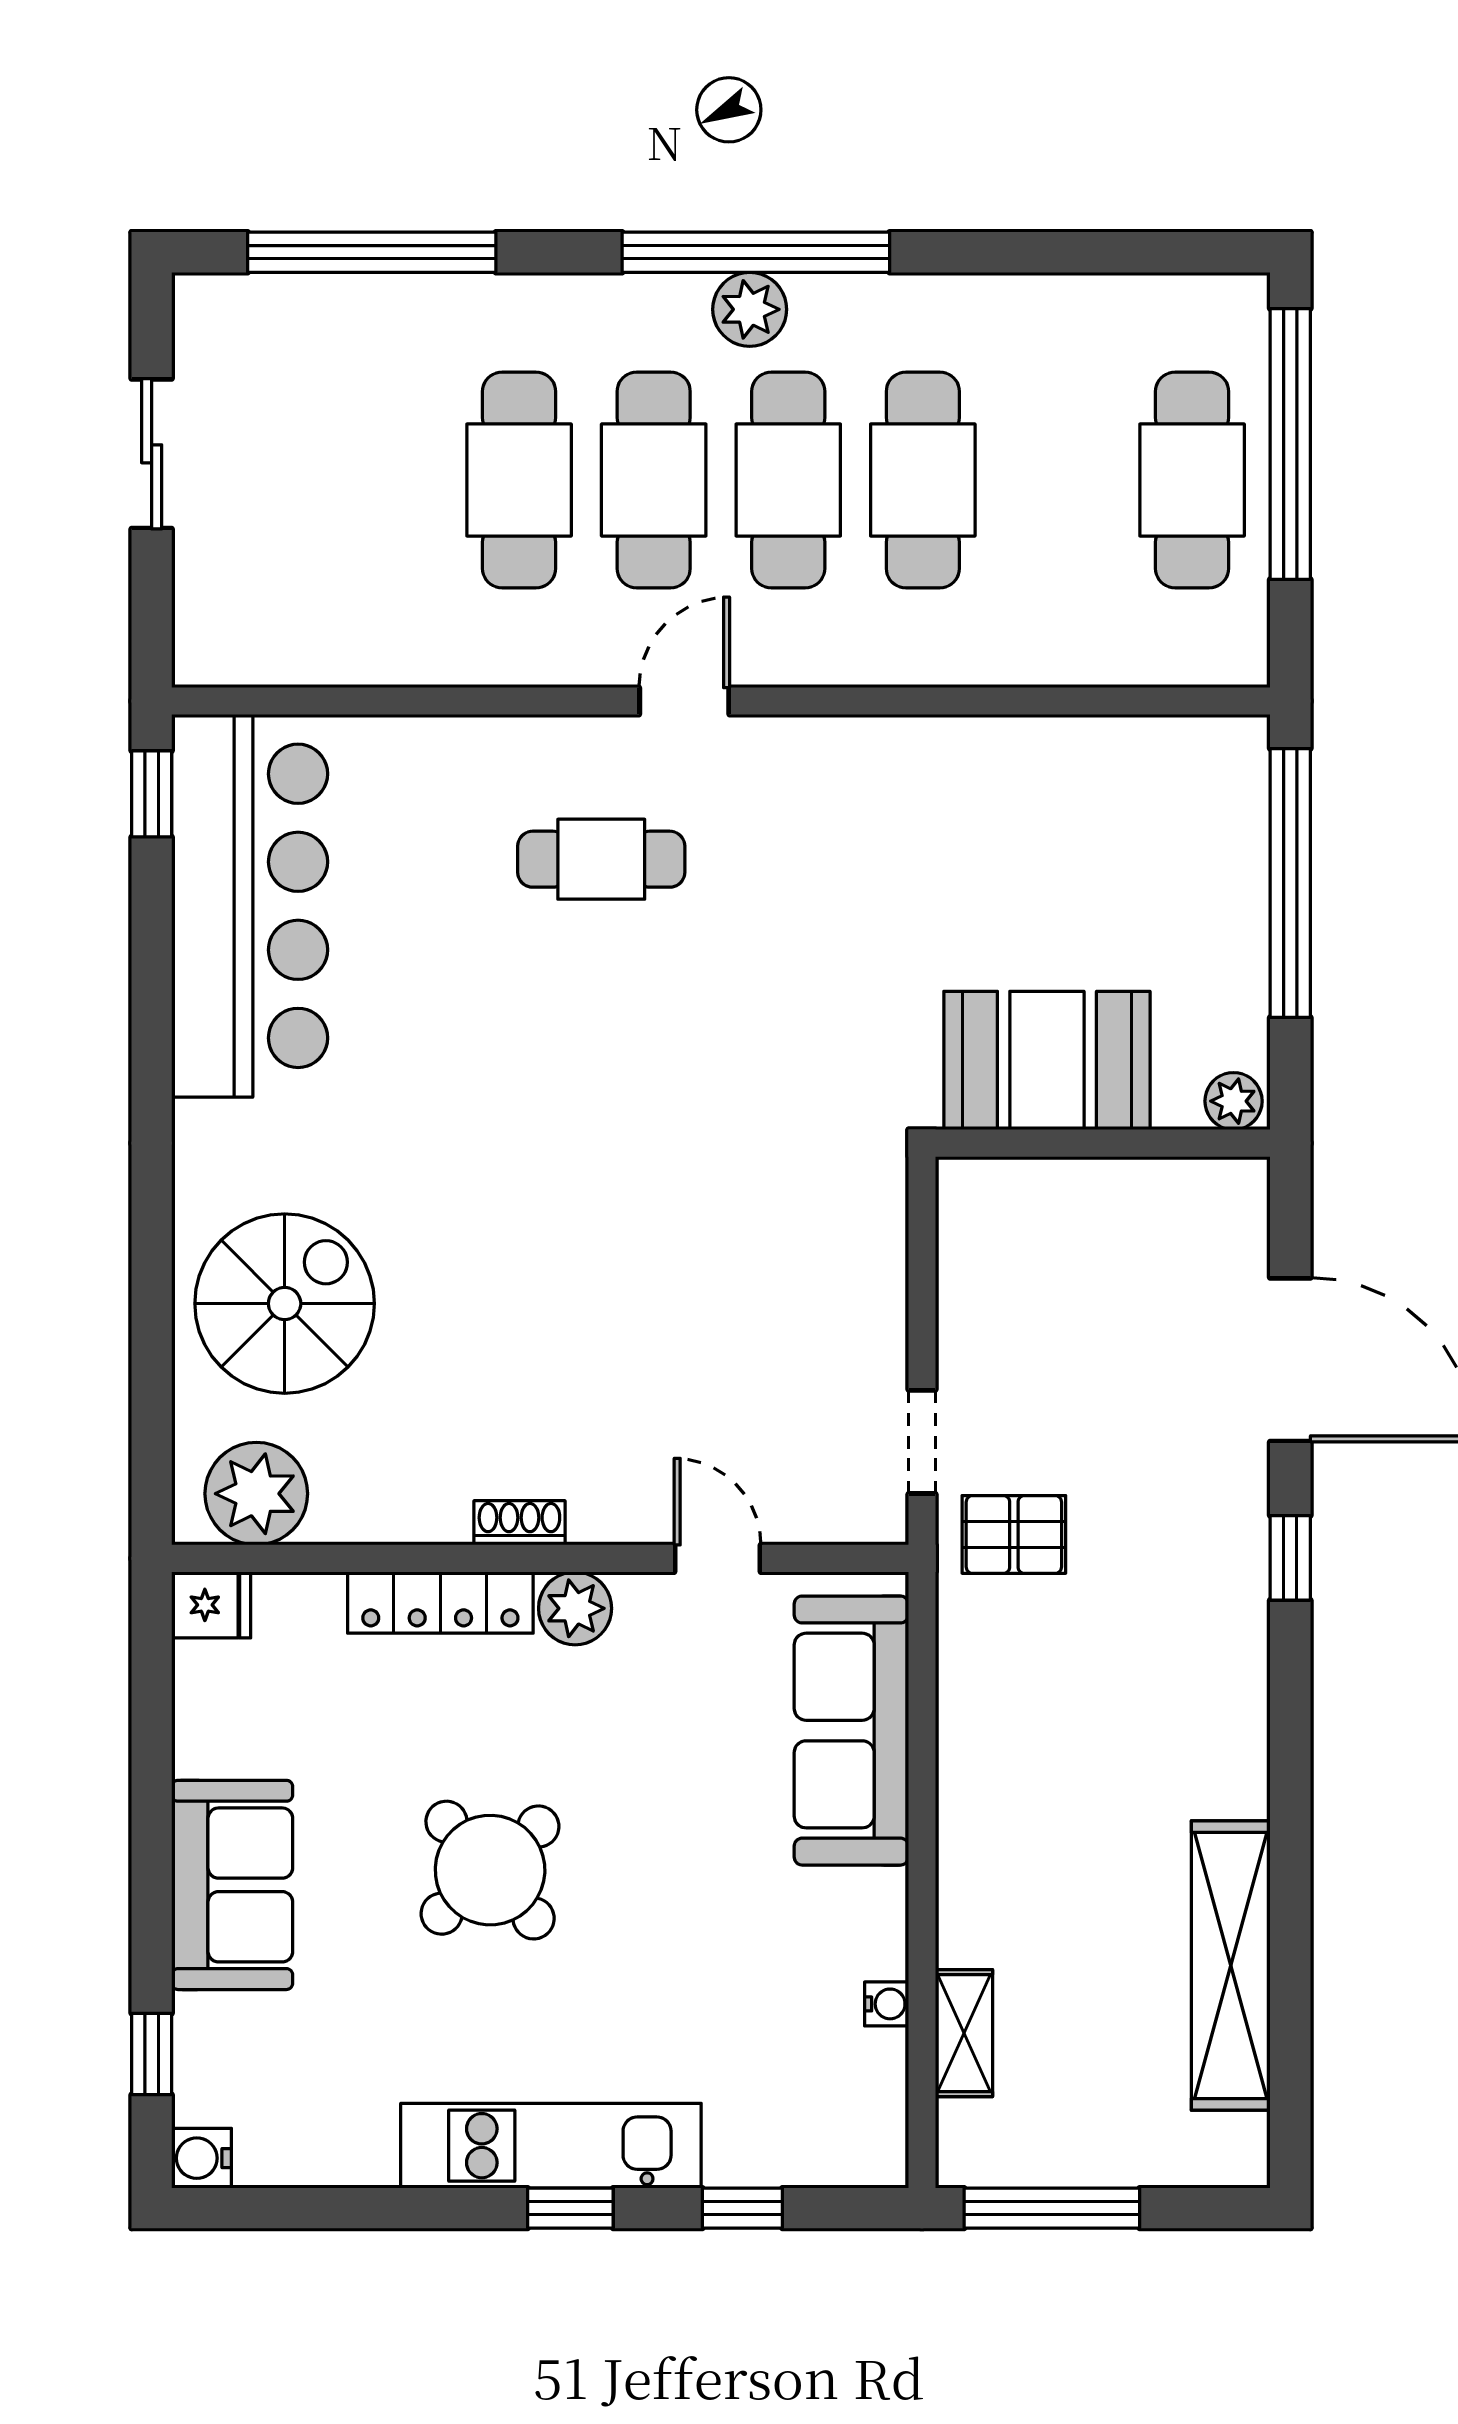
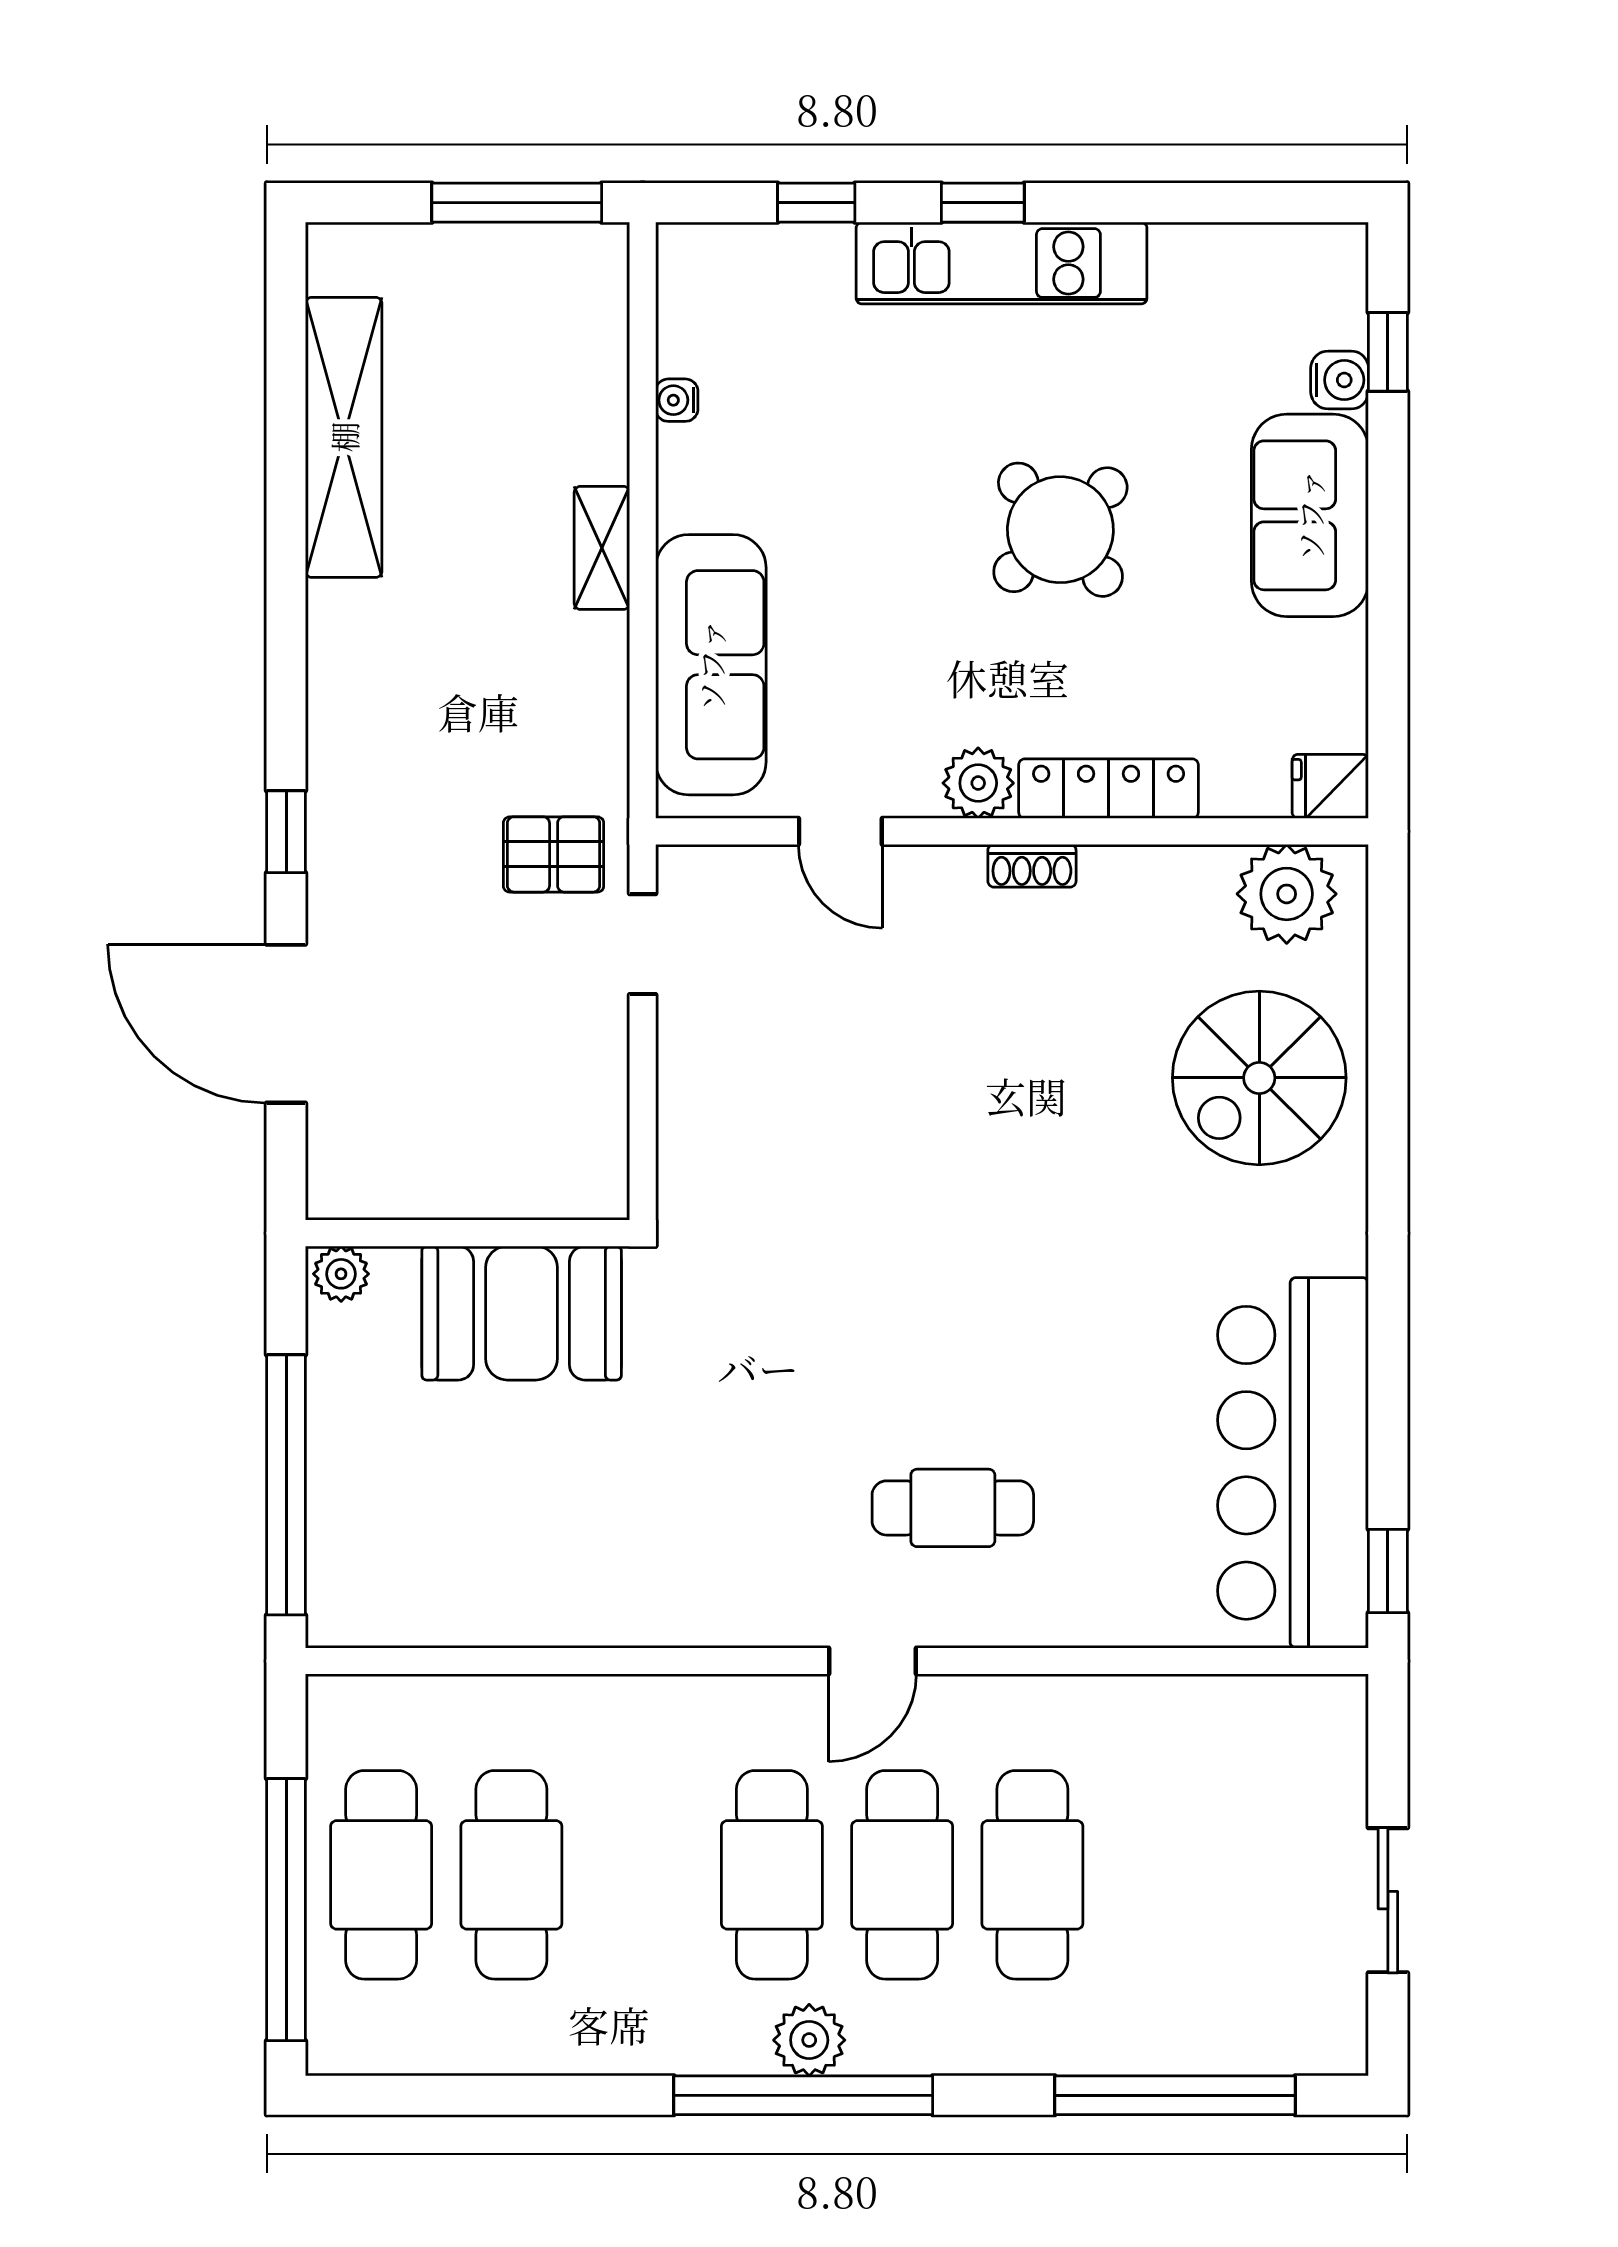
cafe table: (923, 480) -> (511, 1875), moved
shelving: (964, 2033) -> (602, 548), moved
water cooler: (202, 2158) -> (1340, 380), moved

